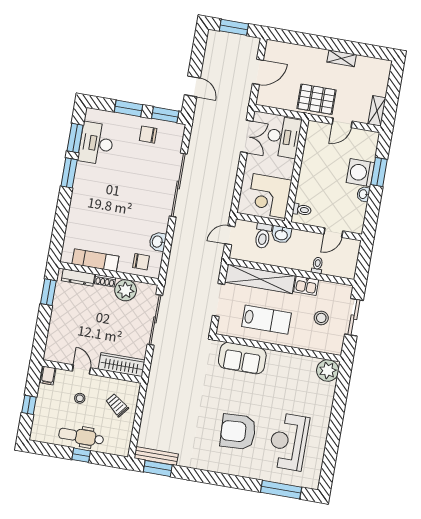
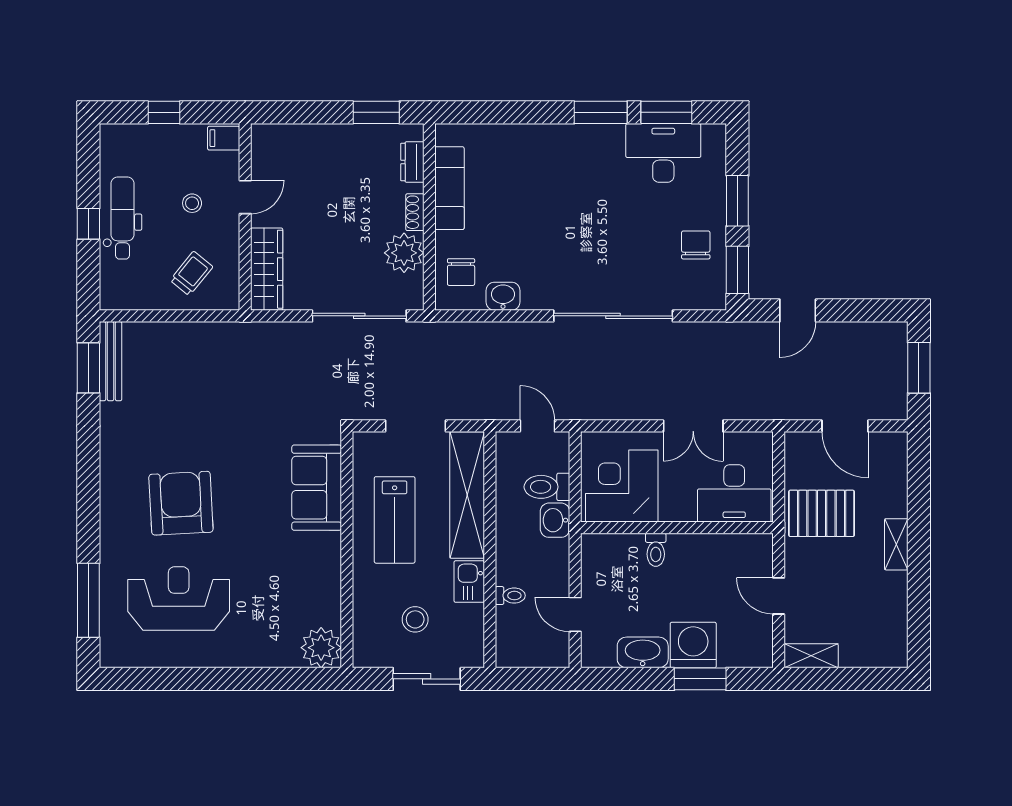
shelving: (342, 58) -> (896, 544), moved
pallet: (316, 99) -> (822, 513), moved, turned 90
double door: (247, 137) -> (693, 426), moved
washbasin: (363, 194) -> (643, 652), width x1.91, depth x1.45
toilet: (302, 210) -> (656, 550), moved
dresser: (78, 277) -> (412, 162), width x0.70

